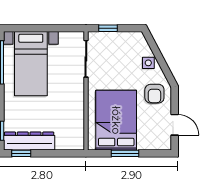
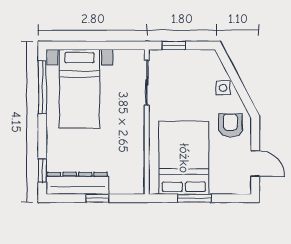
armchair: (154, 94) -> (231, 125), turned 180
window: (21, 153) -> (97, 198), moved

